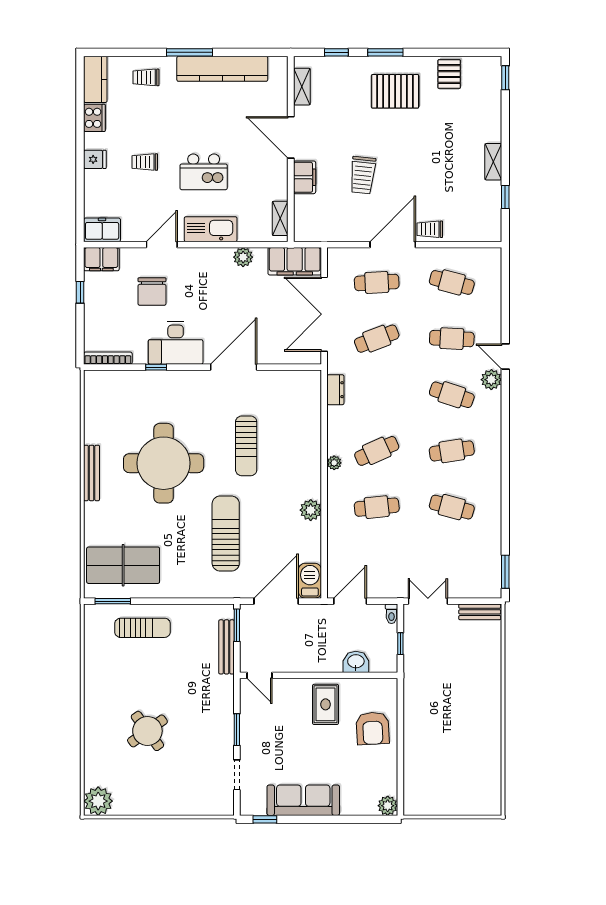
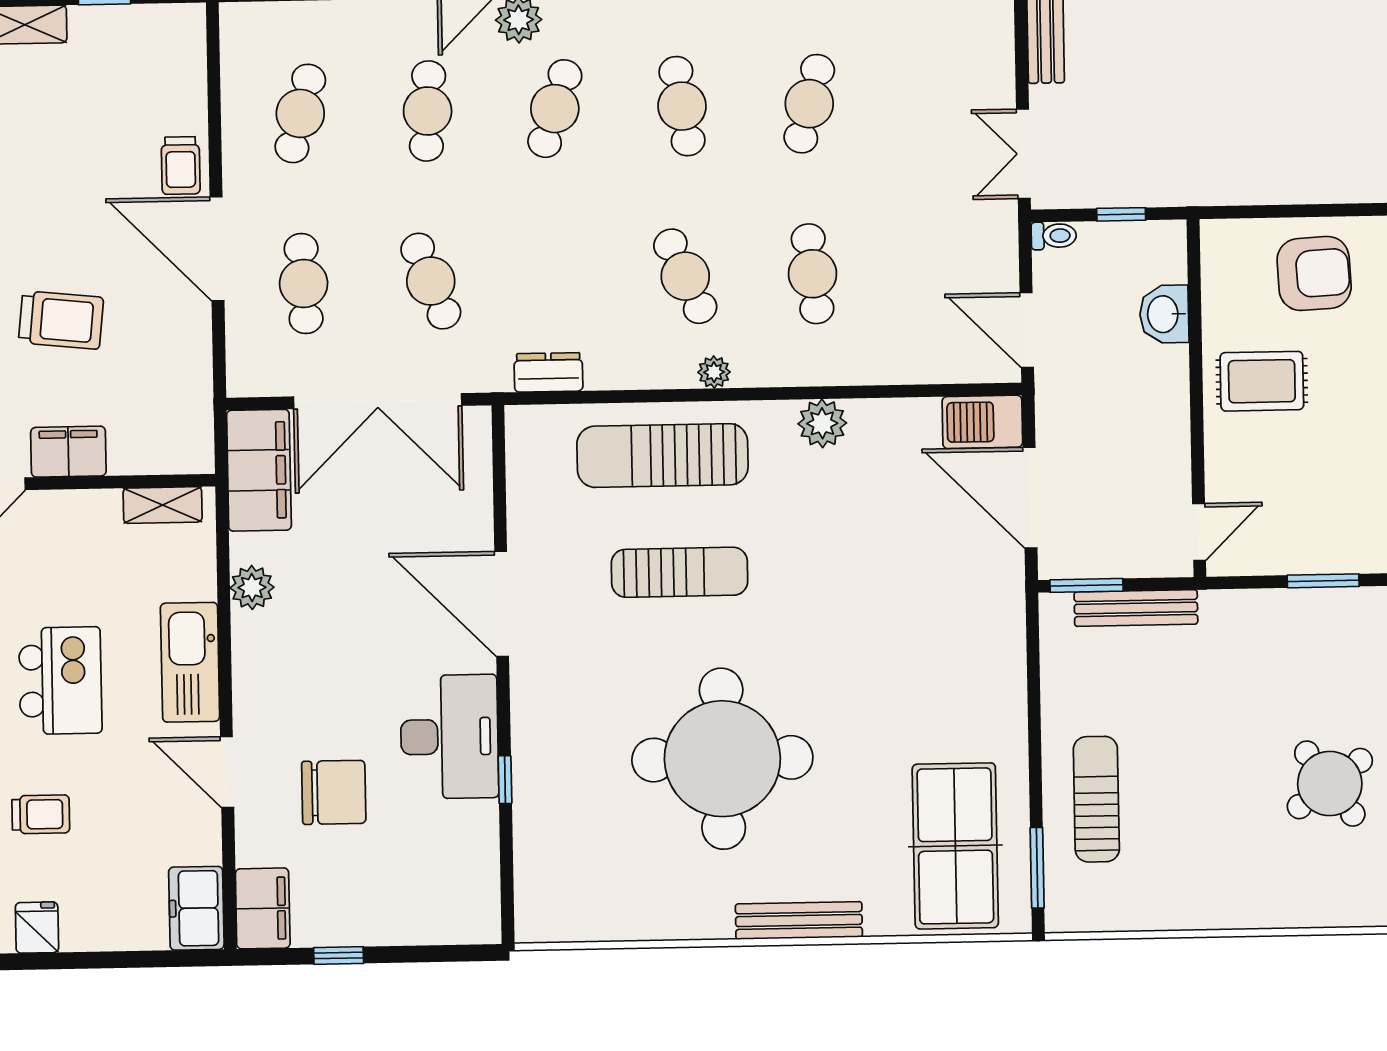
trolley: (145, 162) -> (41, 814), turned -90
bookcase: (108, 358) -> (487, 889), removed
bench: (92, 473) -> (799, 920), moved
sun lounger: (226, 534) -> (662, 456), moved

